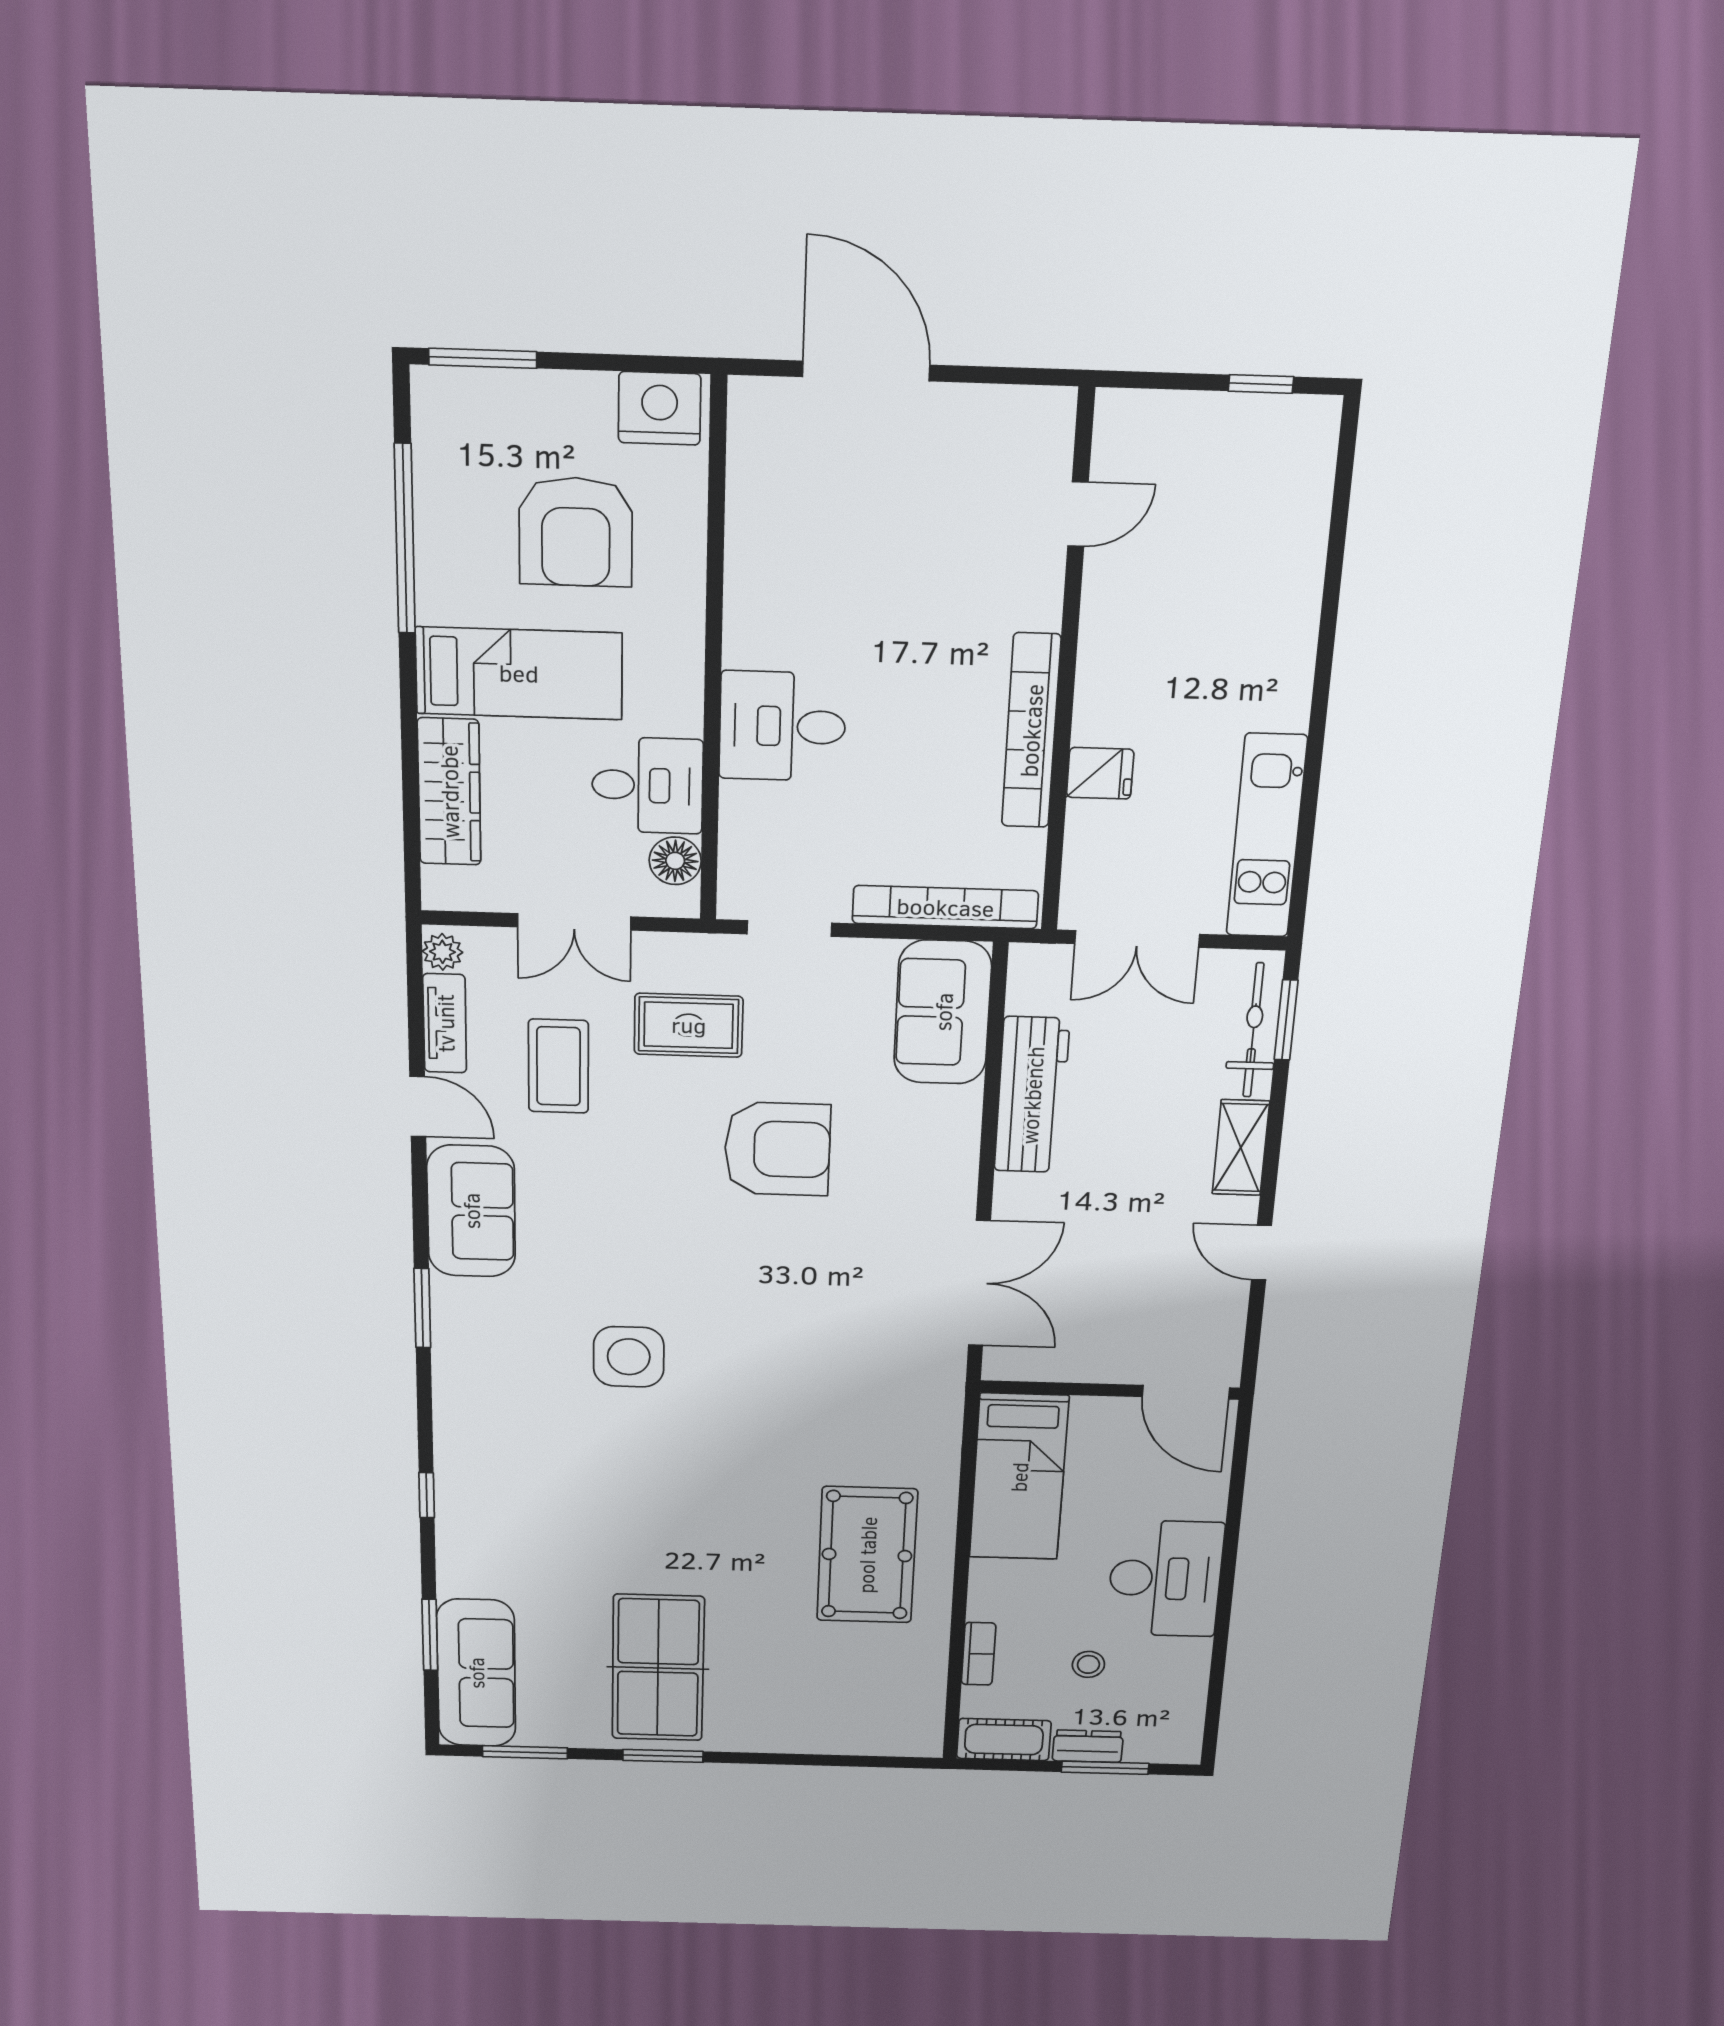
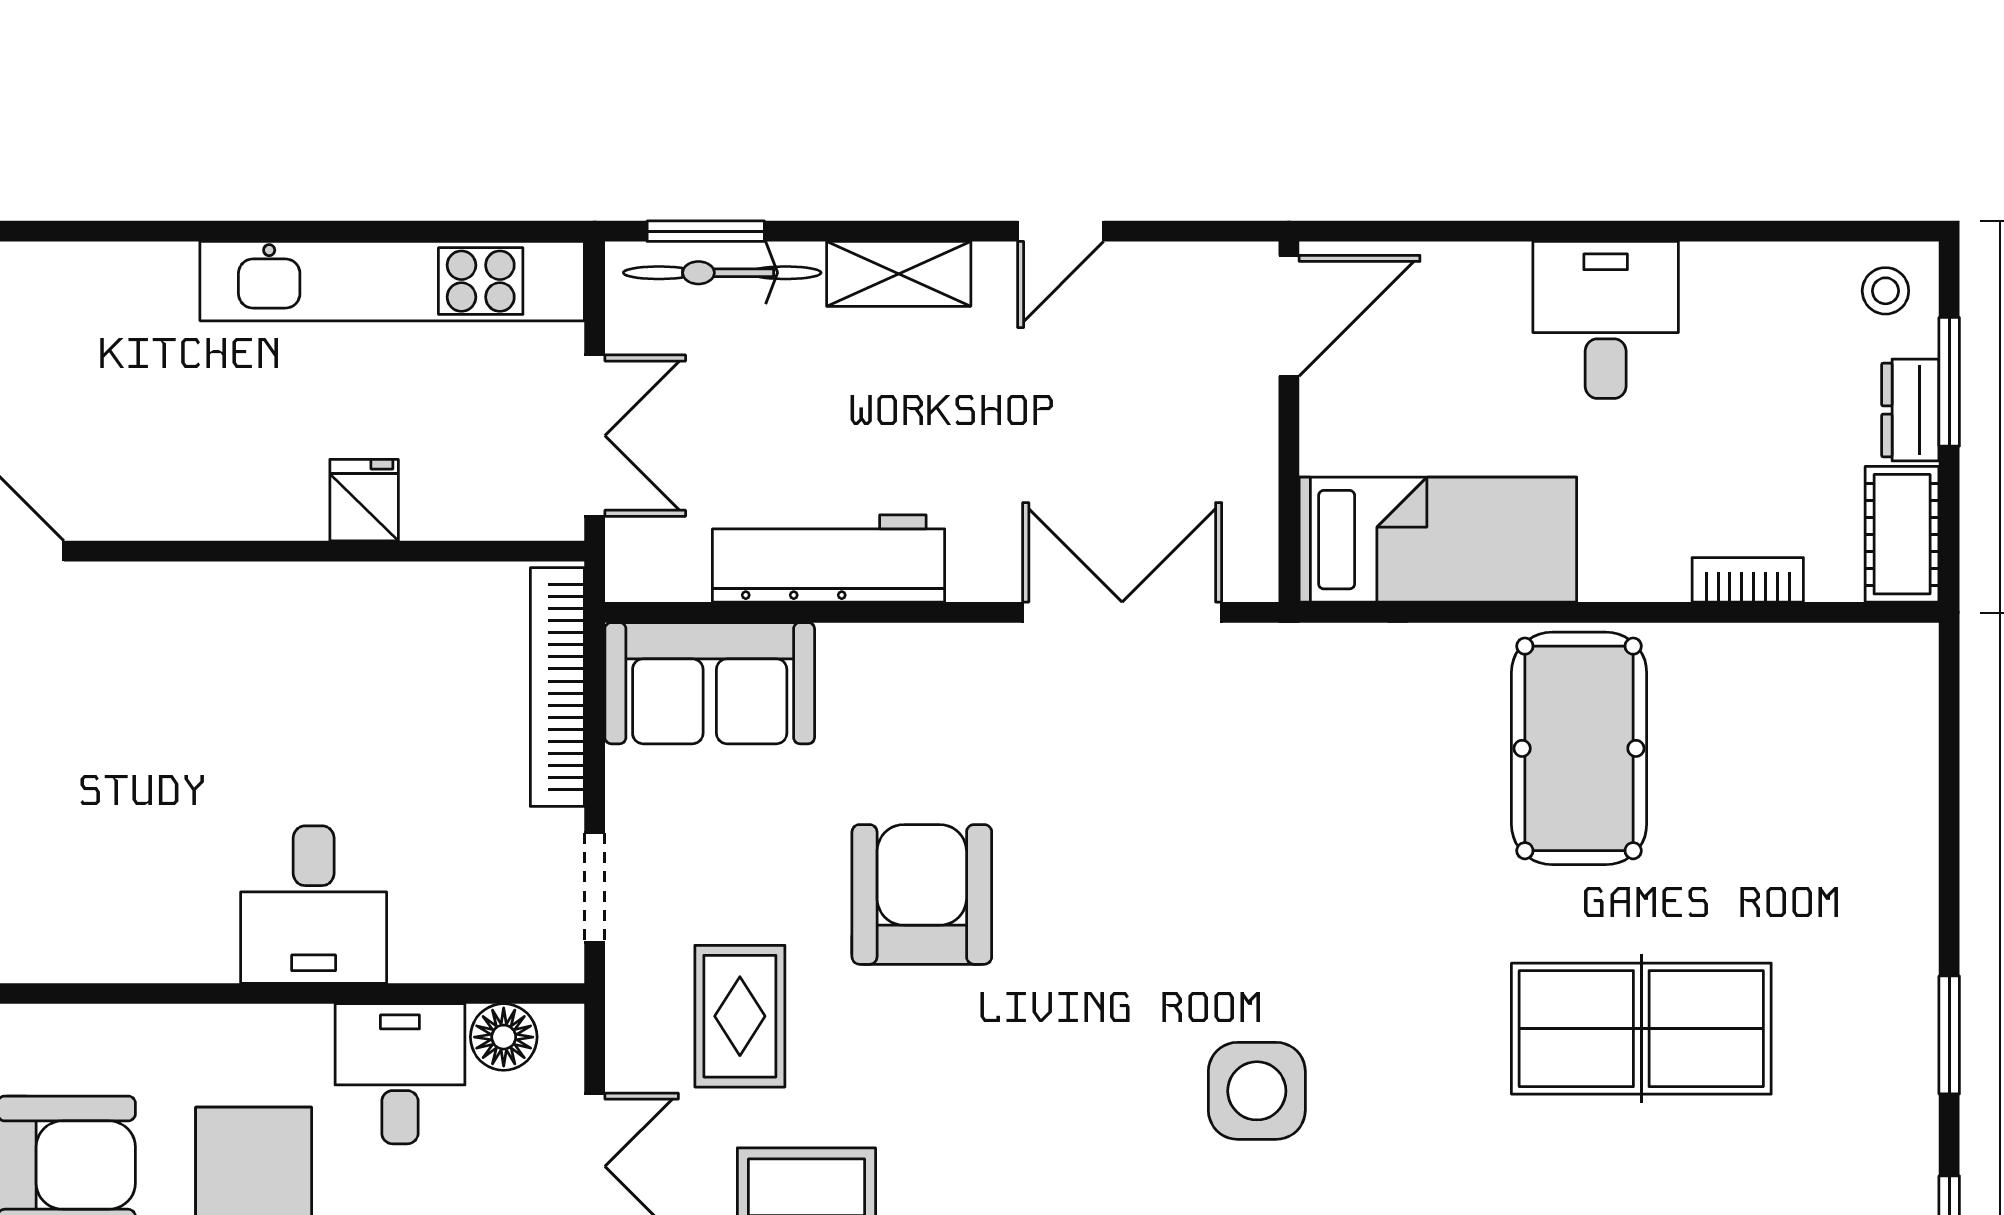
bookcase: (1031, 731) -> (309, 591), removed
kitchen unit: (1267, 836) -> (392, 281), width x1.36
pool table: (867, 1555) -> (1579, 748), turned 90
desk: (1165, 1579) -> (1606, 320), width x0.73
stool: (1088, 1664) -> (1885, 291), moved
table tennis table: (658, 1668) -> (1641, 1029), moved

